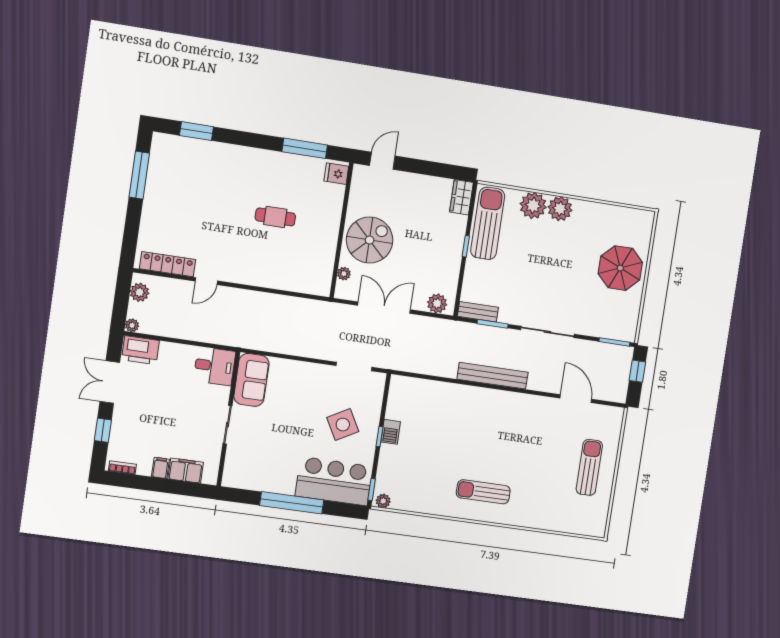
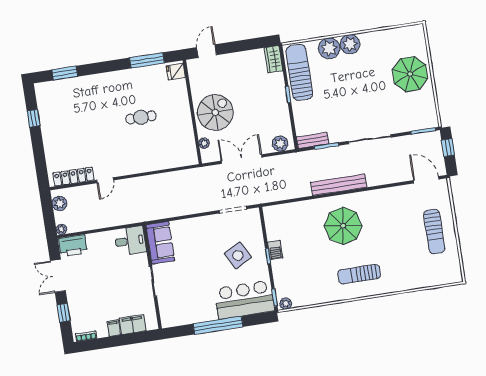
window: (139, 175) -> (33, 118), width x0.46
door: (576, 399) -> (426, 180), moved
parasol: (482, 427) -> (343, 226), added
sun lounger: (589, 467) -> (434, 231), turned 180

